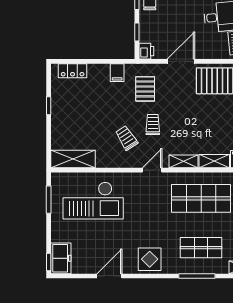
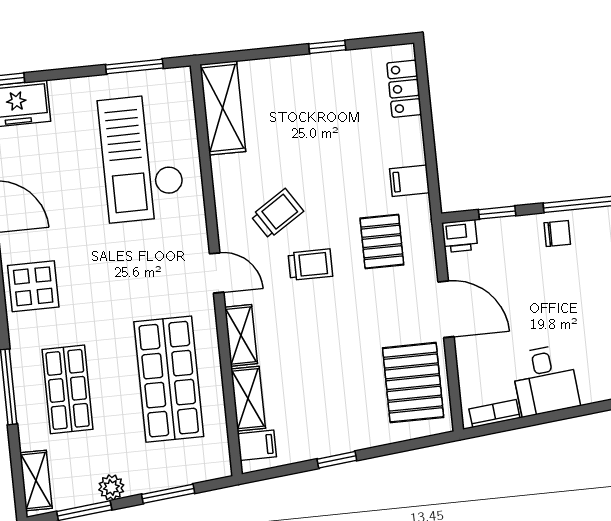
pallet: (145, 89) -> (382, 242), turned 90

